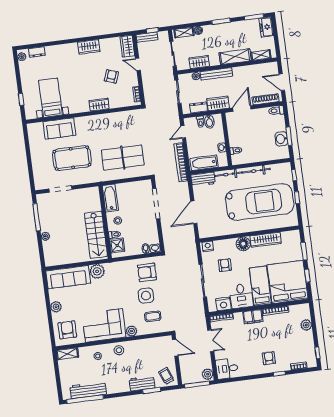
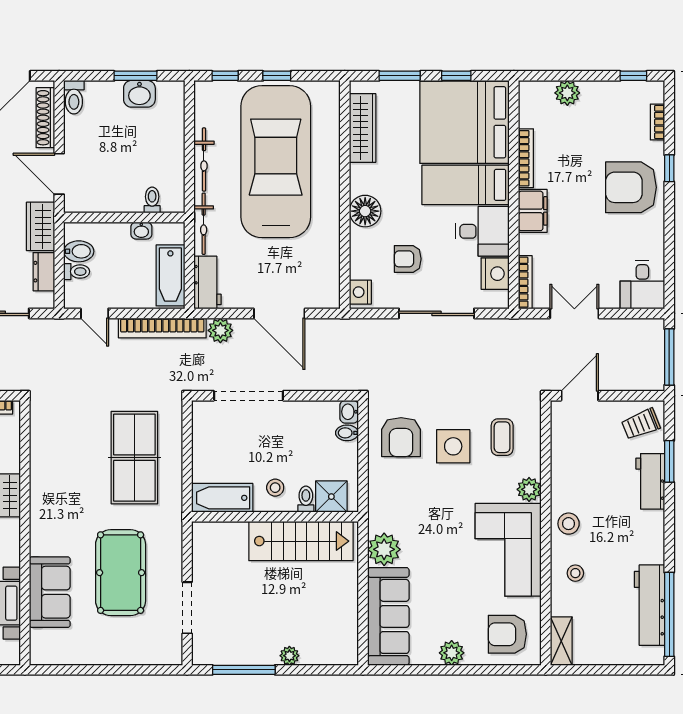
wardrobe: (266, 240) -> (363, 128), moved
armchair: (269, 358) -> (631, 187), width x1.88, depth x1.88
plant: (208, 374) -> (220, 330), moved

